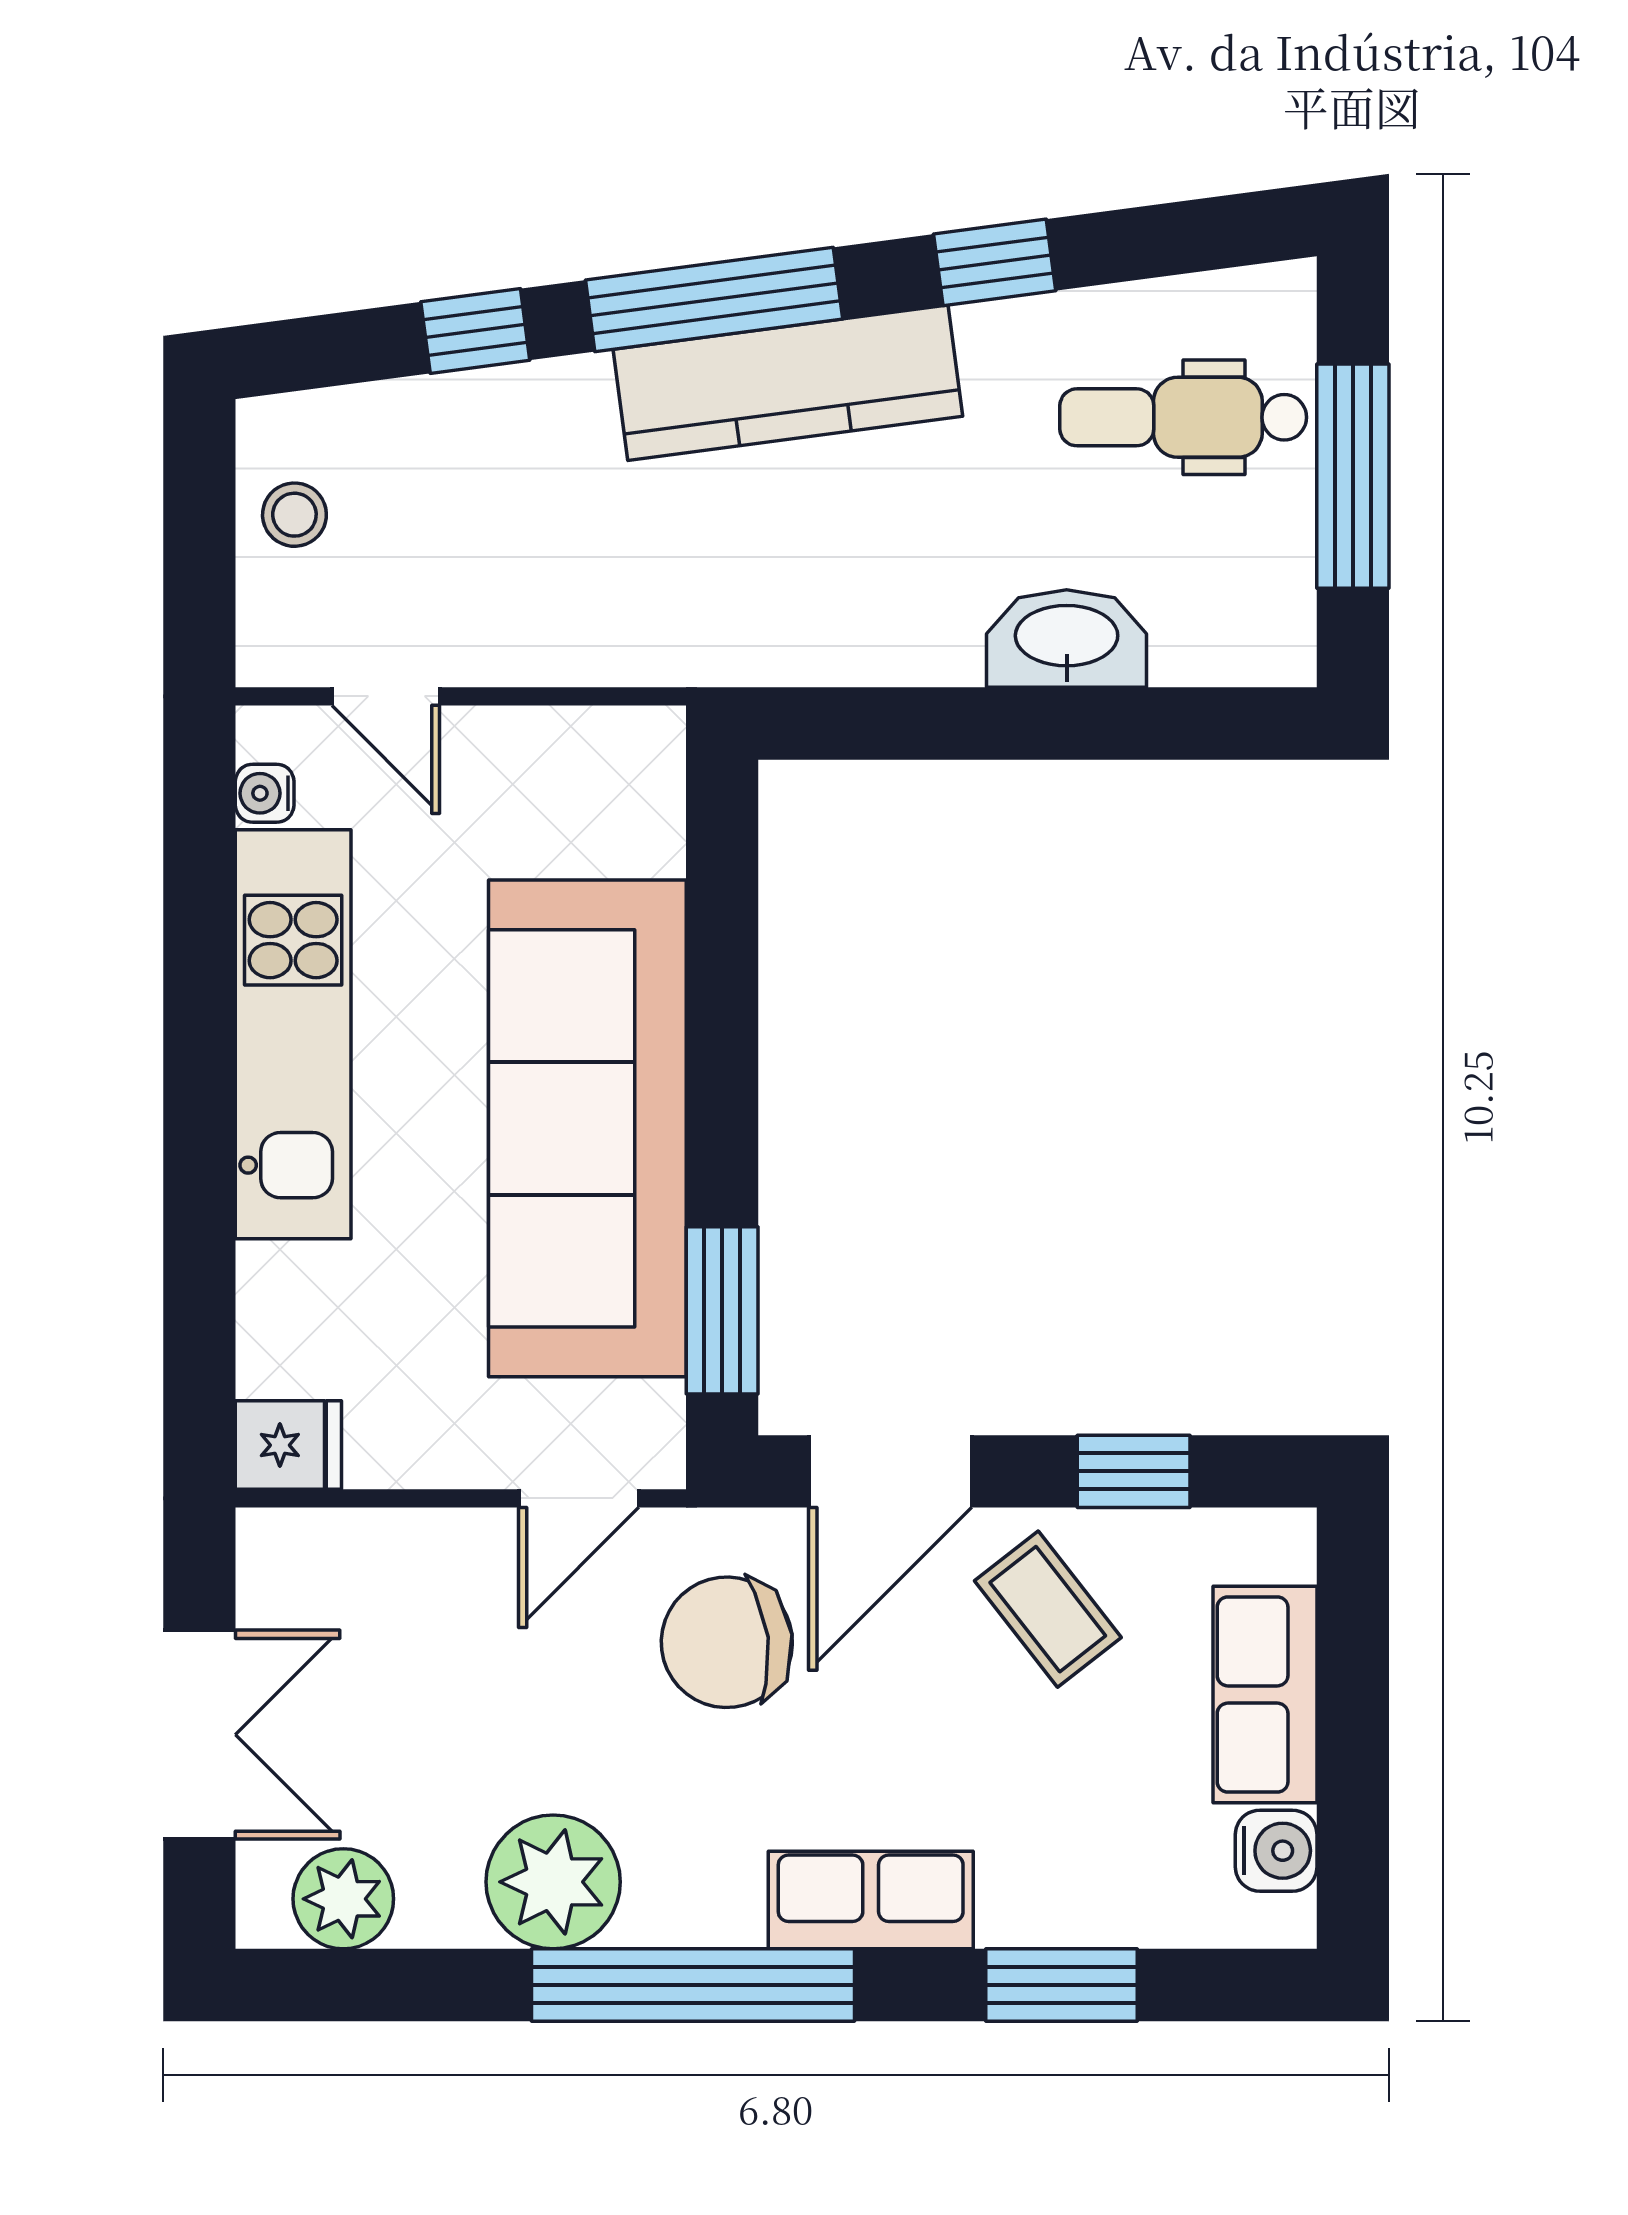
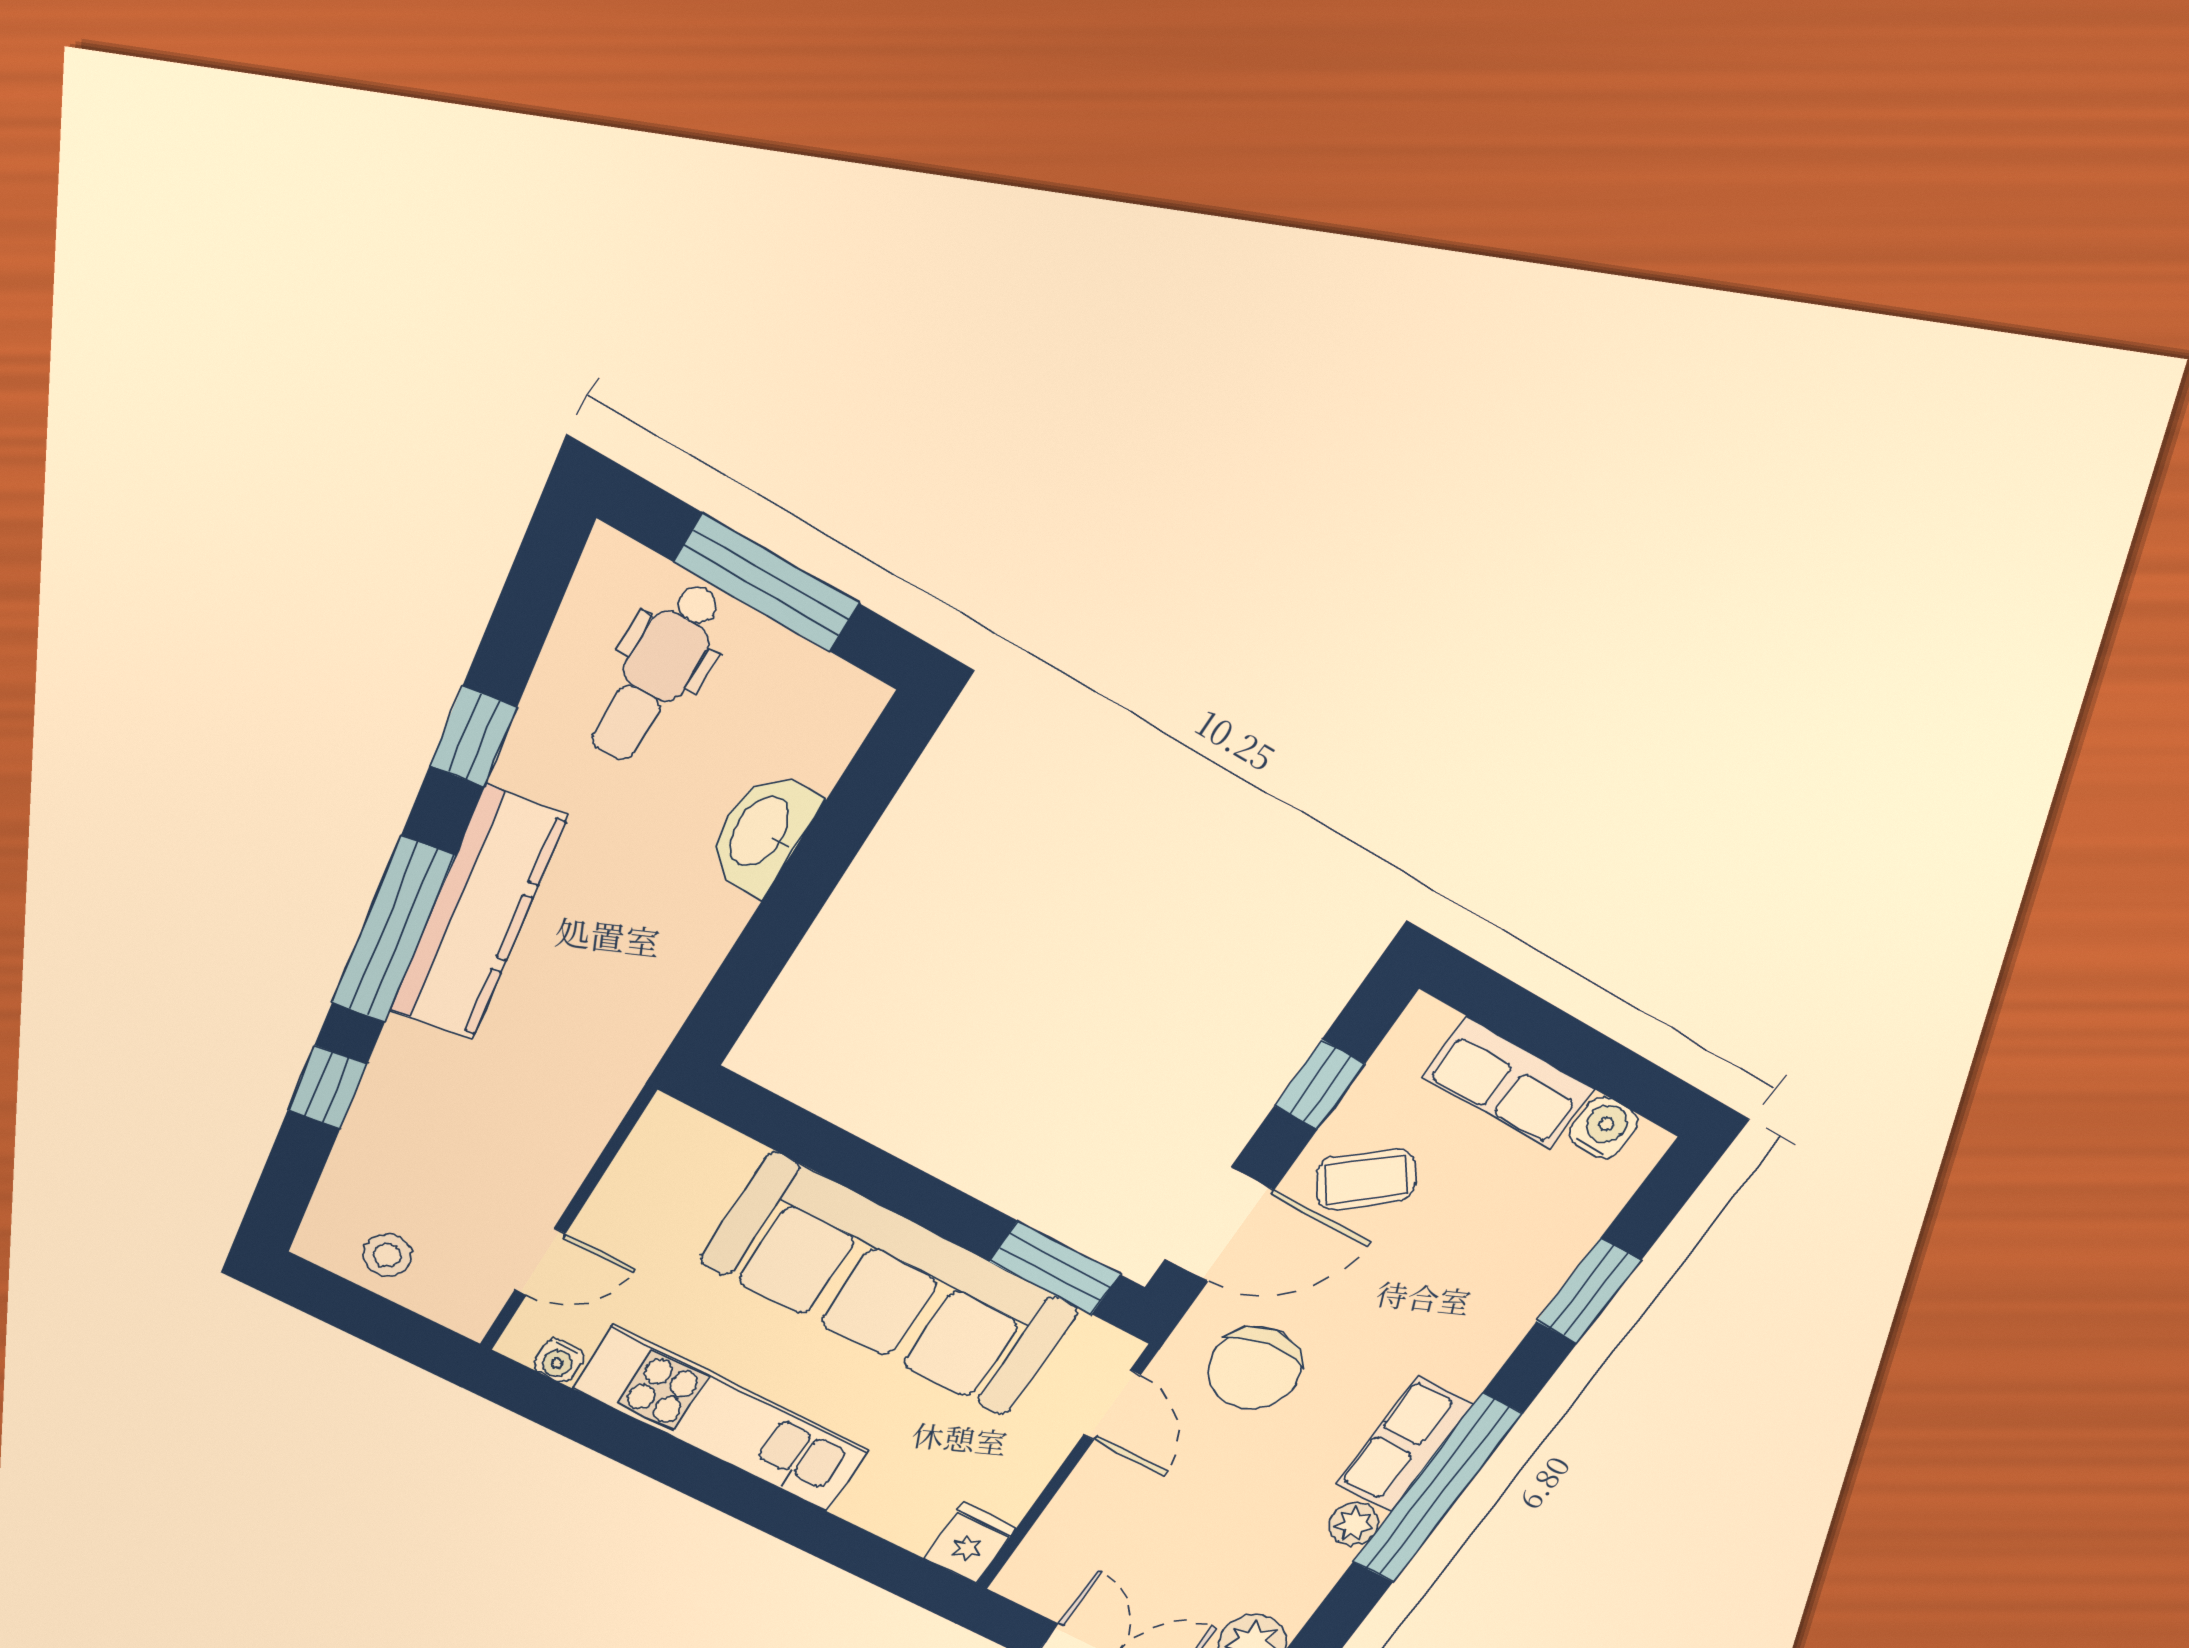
door: (890, 1471) -> (1219, 1225), hinge flipped
plant: (553, 1882) -> (1354, 1524), width x0.53, depth x0.53
row of seats: (871, 1900) -> (1404, 1444), moved

